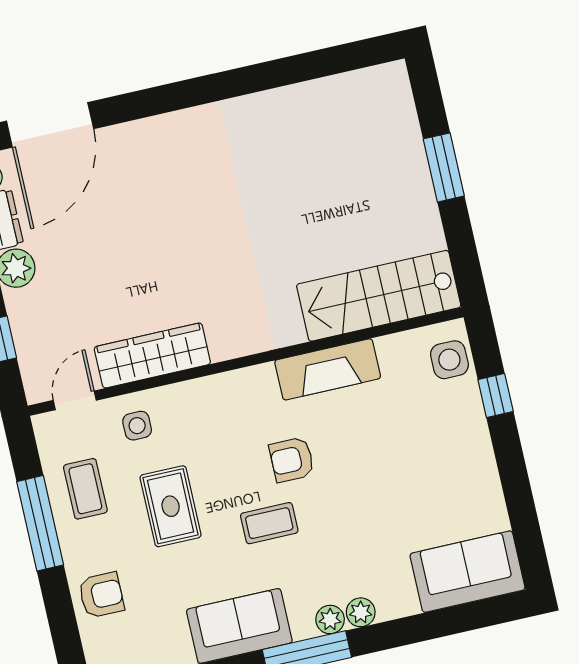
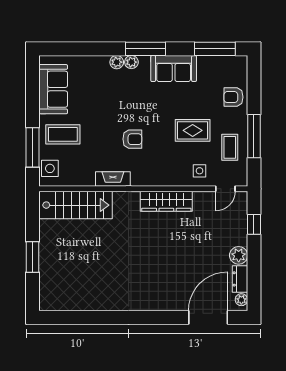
wardrobe: (152, 355) -> (166, 201), moved
fireplace: (328, 369) -> (113, 179), width x0.73, depth x0.76
window: (496, 395) -> (32, 147), width x2.17
rug: (171, 506) -> (193, 130), turned 90
coffee table: (269, 523) -> (63, 134), moved, width x1.36, depth x1.30
sofa: (467, 572) -> (53, 89), moved, turned -90

